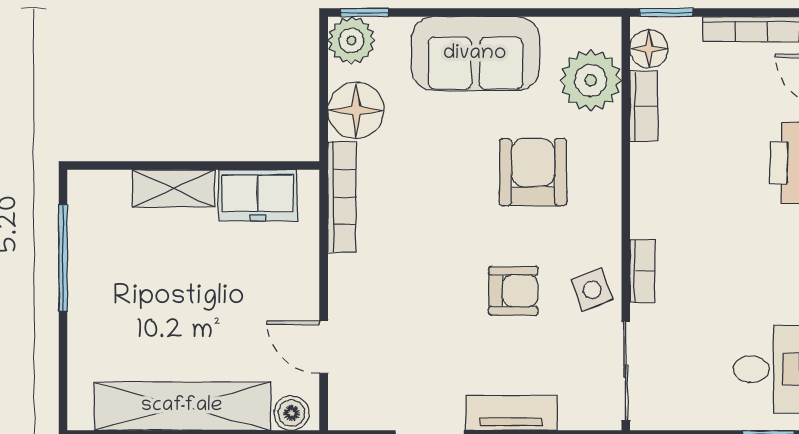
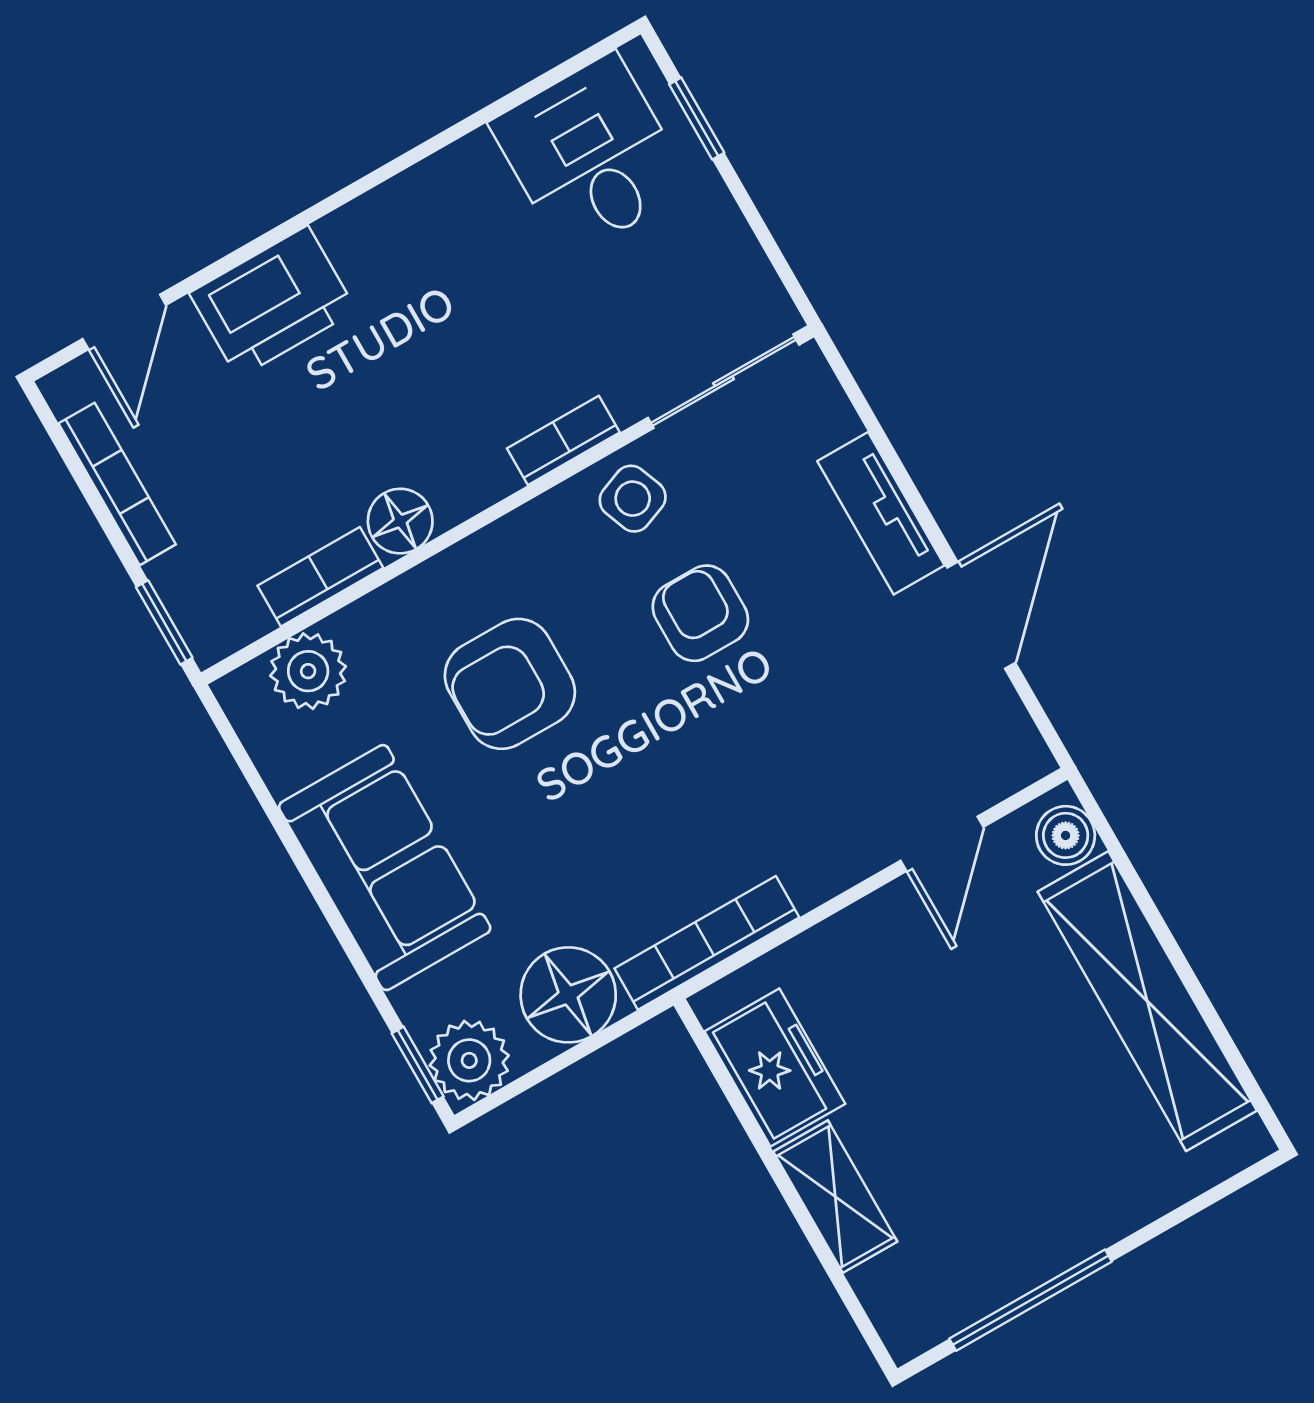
floor lamp: (649, 49) -> (400, 521), moved
plant: (591, 80) -> (308, 671), width x0.73, depth x0.73

